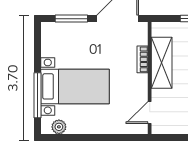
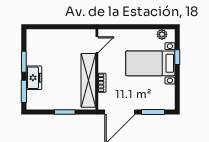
shelving: (162, 63) -> (88, 80), width x1.47
window: (37, 95) -> (177, 57), width x0.46

